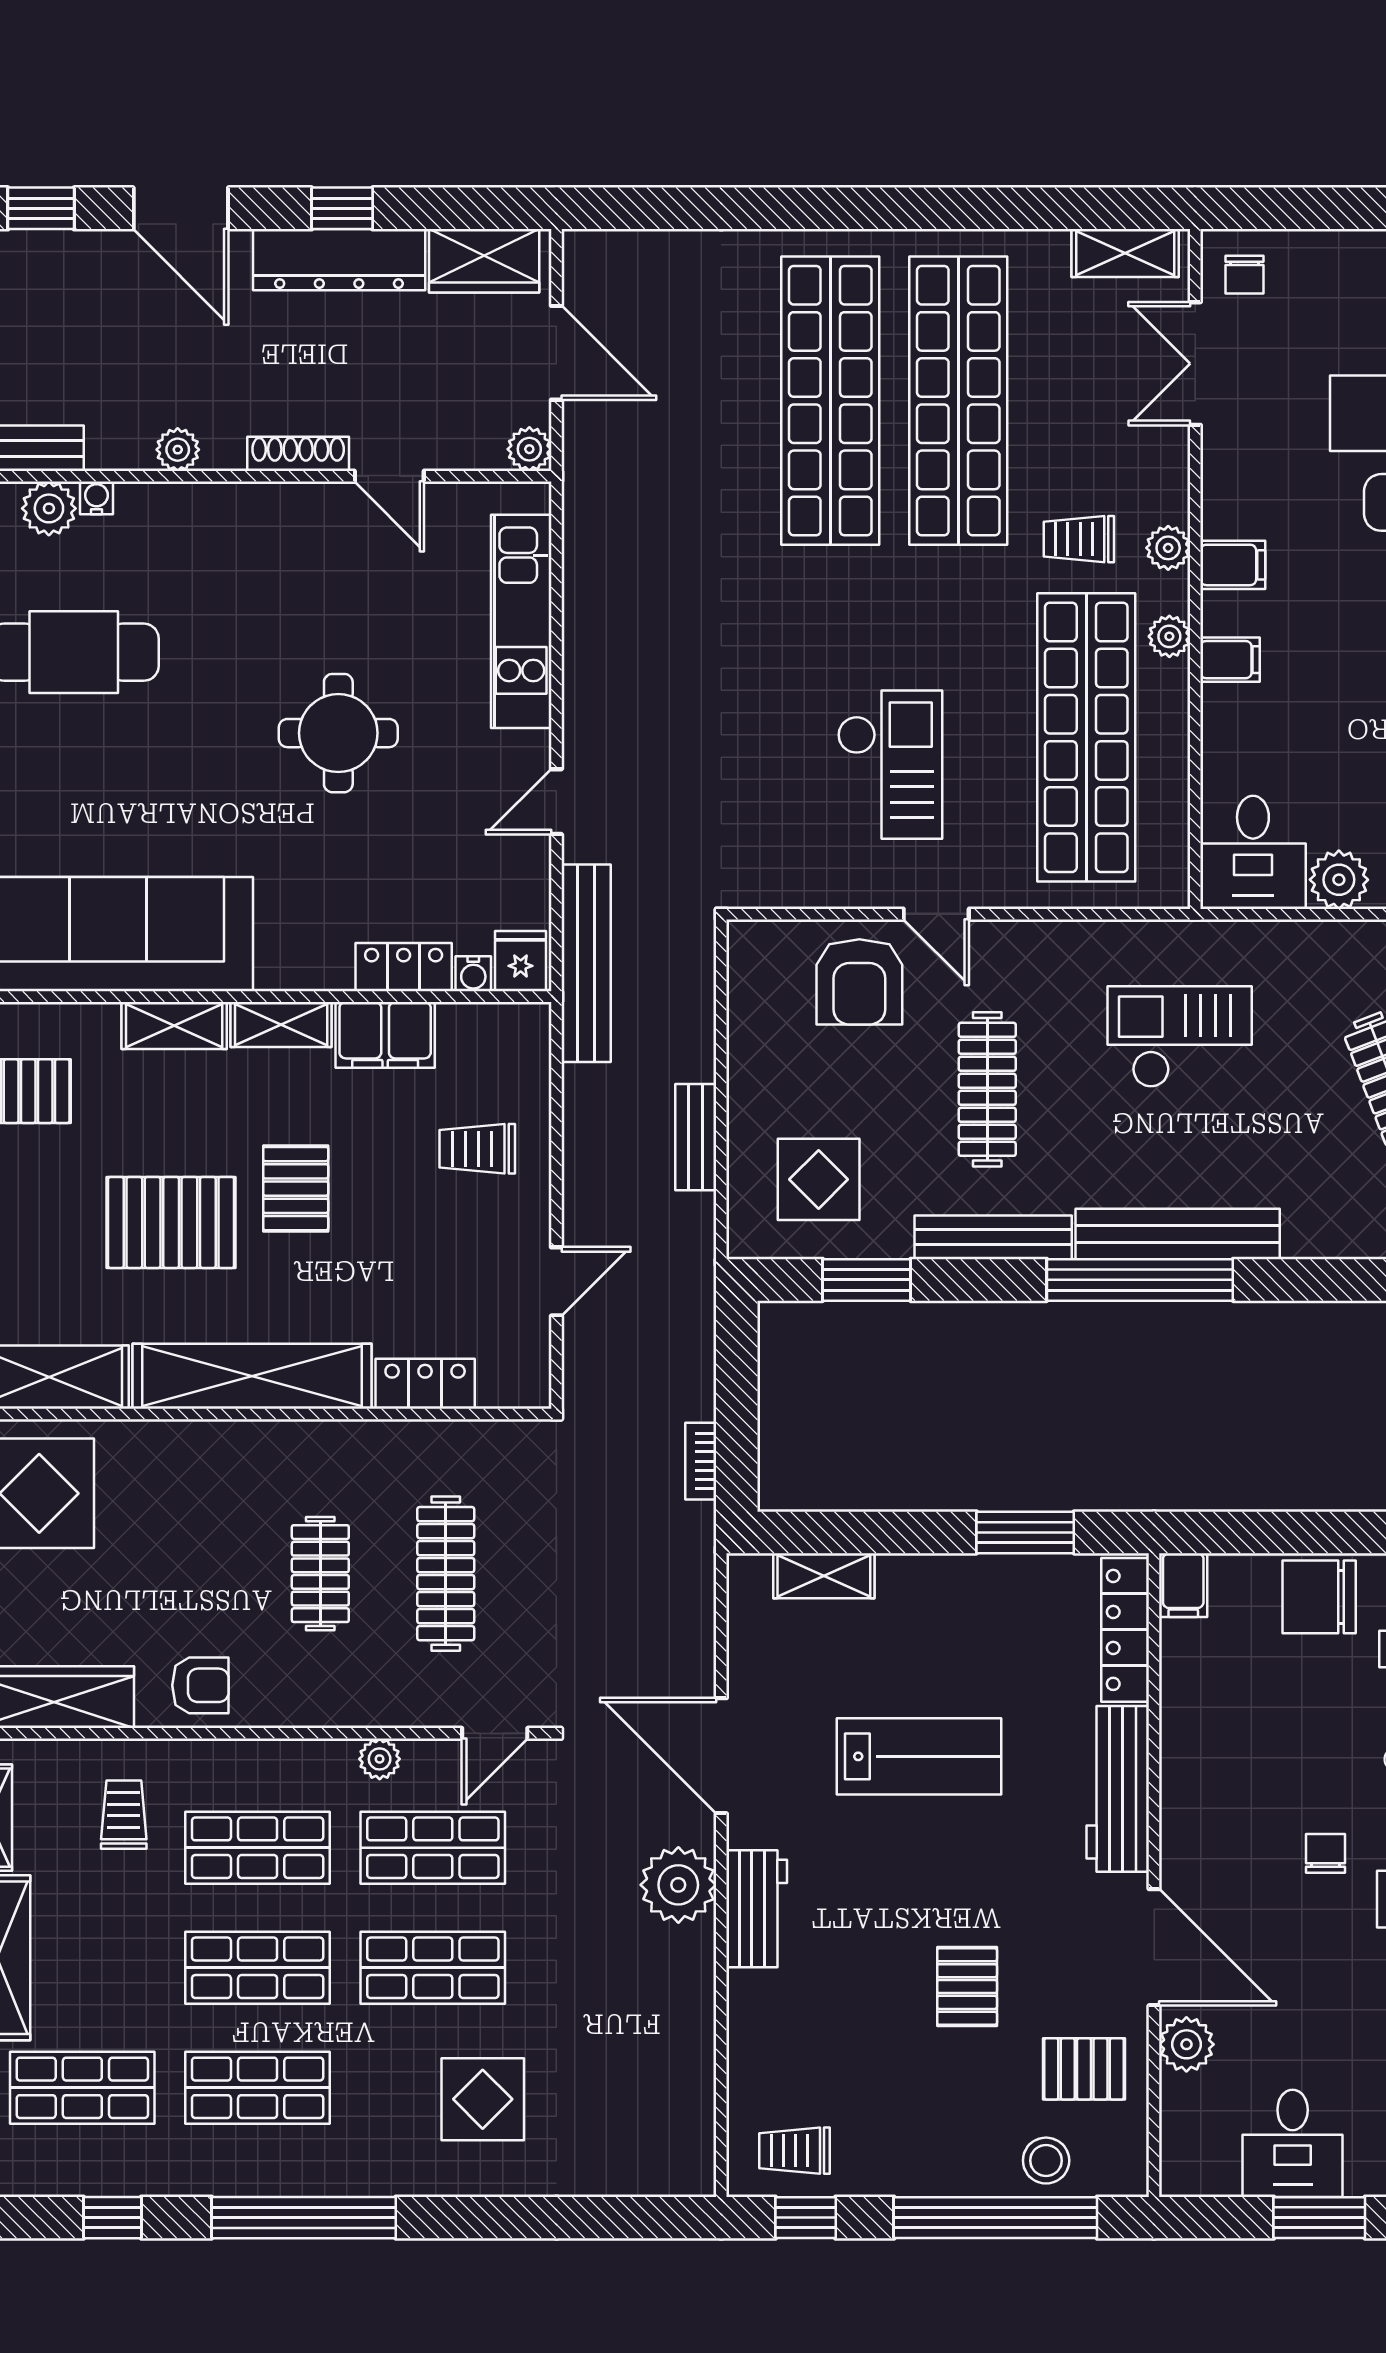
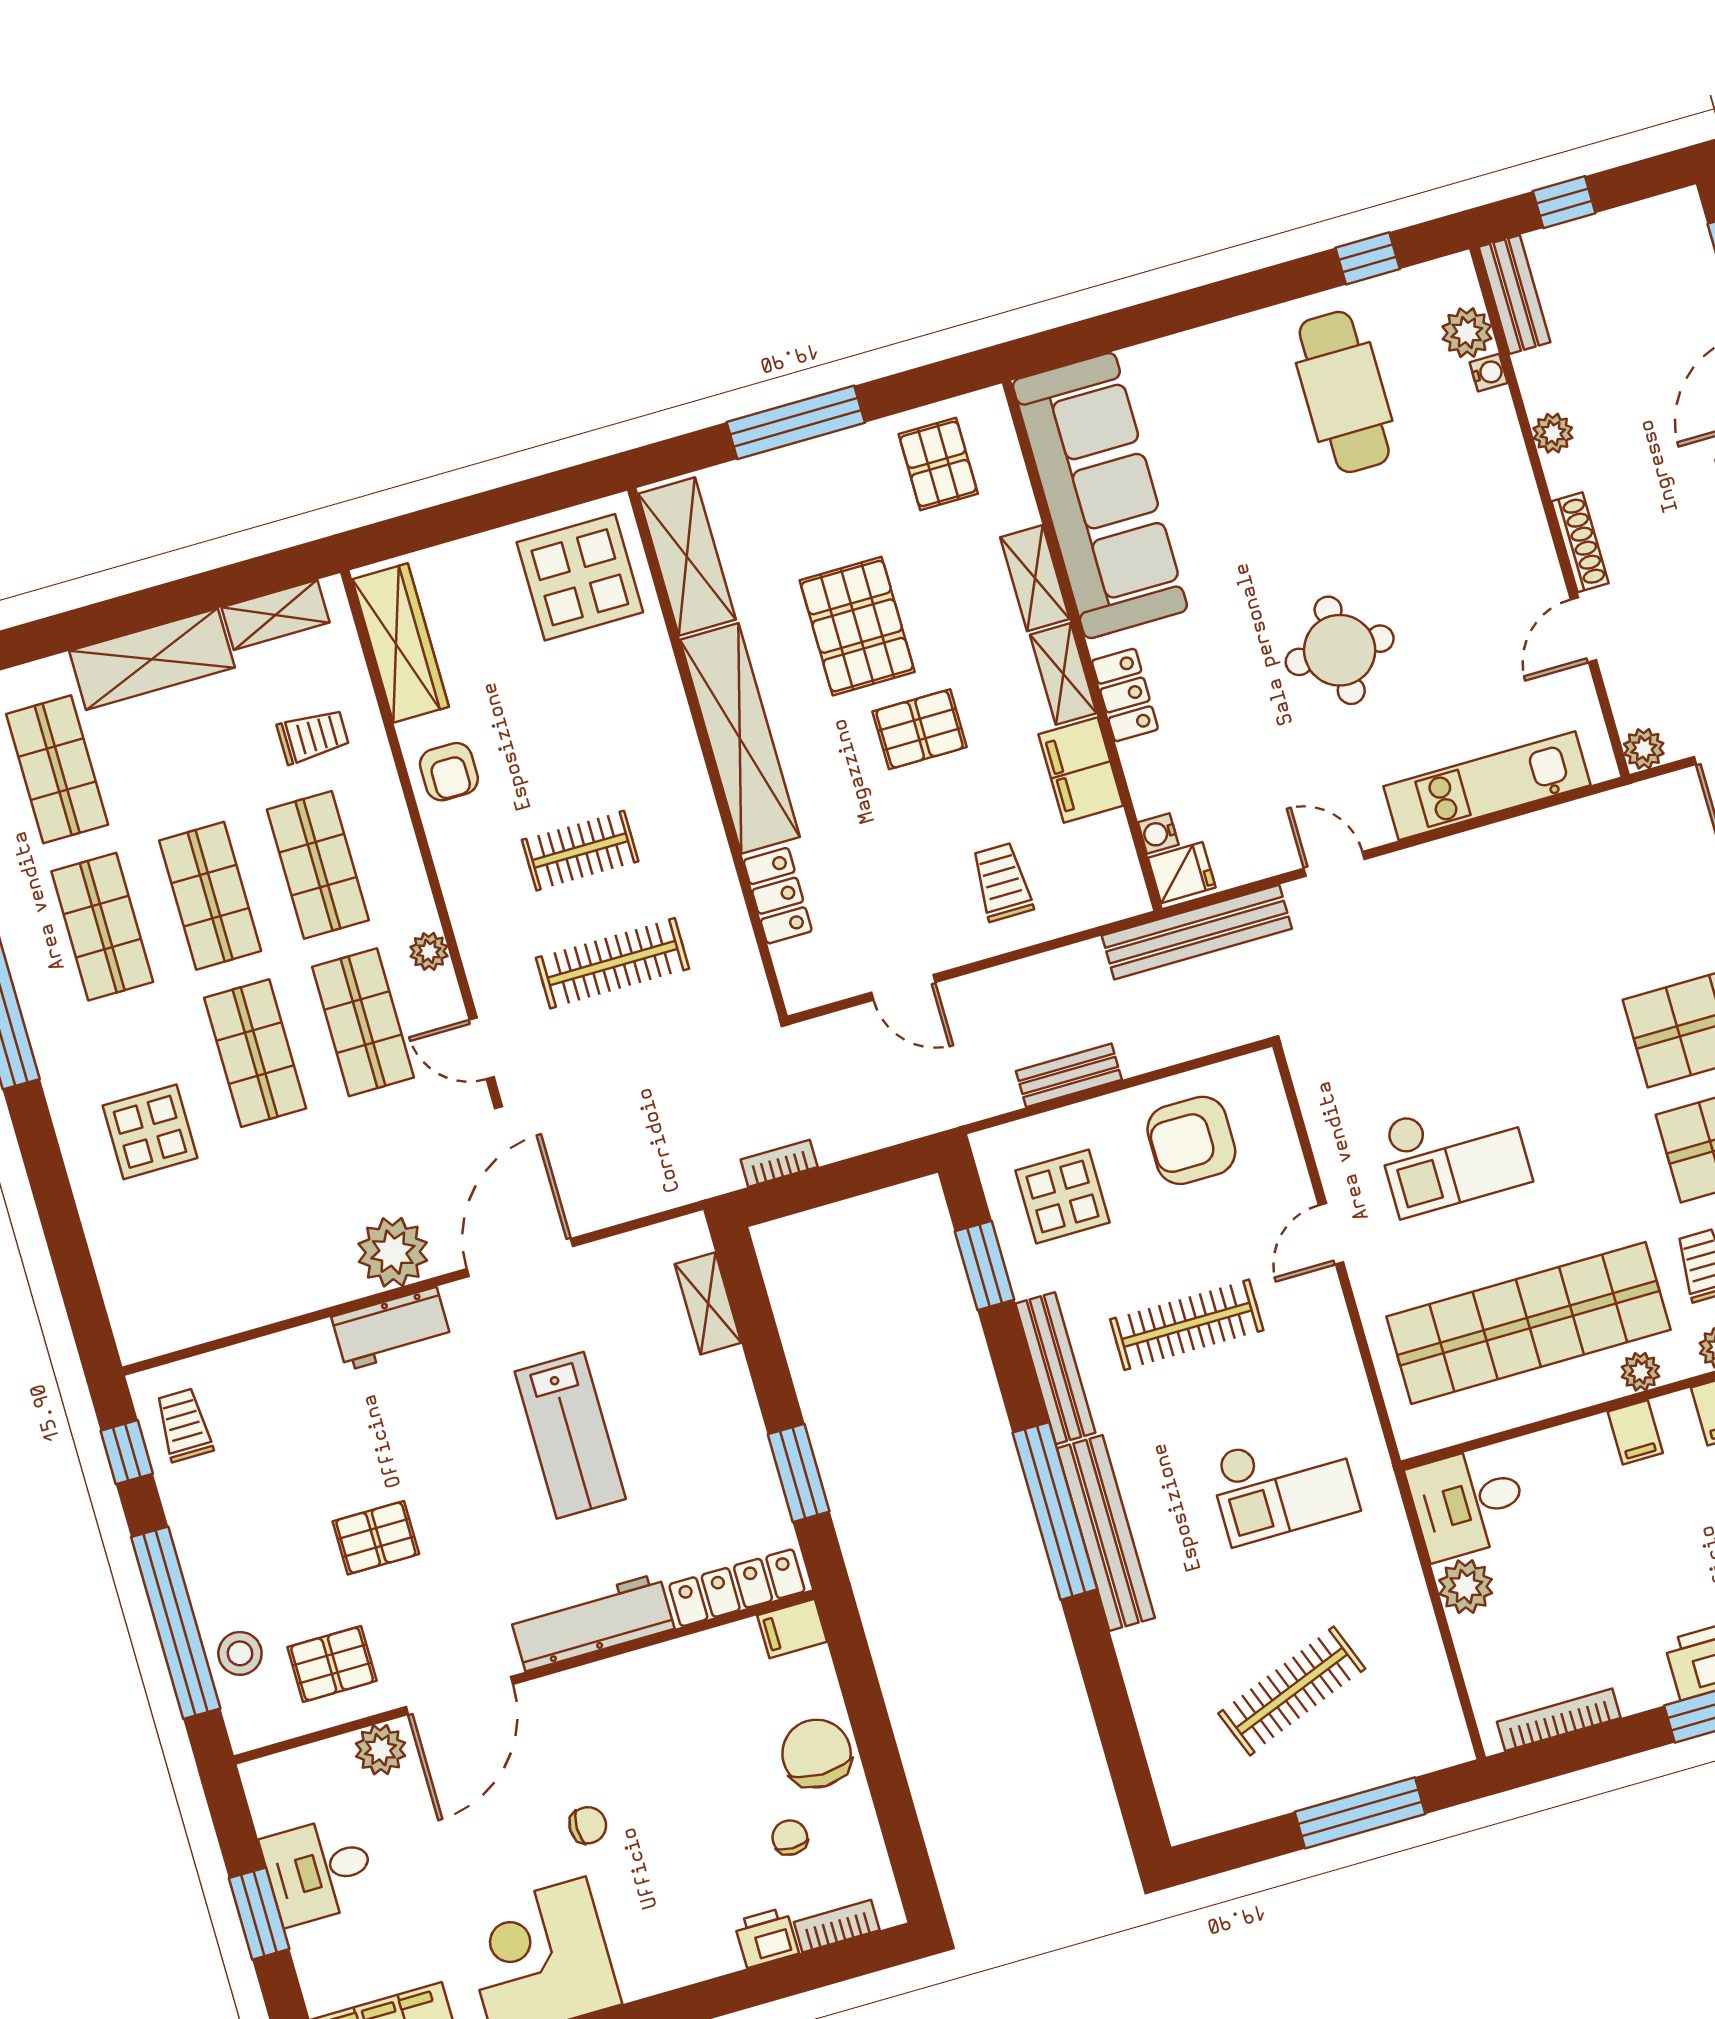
locker: (404, 967) -> (1125, 695), moved
armchair: (859, 982) -> (1191, 1140), moved
checkout: (1180, 1037) -> (1284, 1484), turned 90
pallet: (1084, 2069) -> (332, 1664), turned 90

